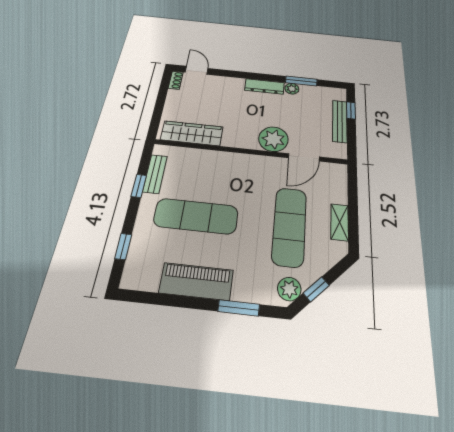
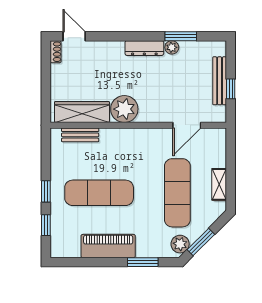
window: (351, 110) -> (231, 89), moved
plant: (273, 139) -> (124, 109), moved
bench: (155, 174) -> (80, 135), moved, turned 90
window: (139, 186) -> (46, 191), moved
window: (316, 289) -> (201, 242), width x1.50

